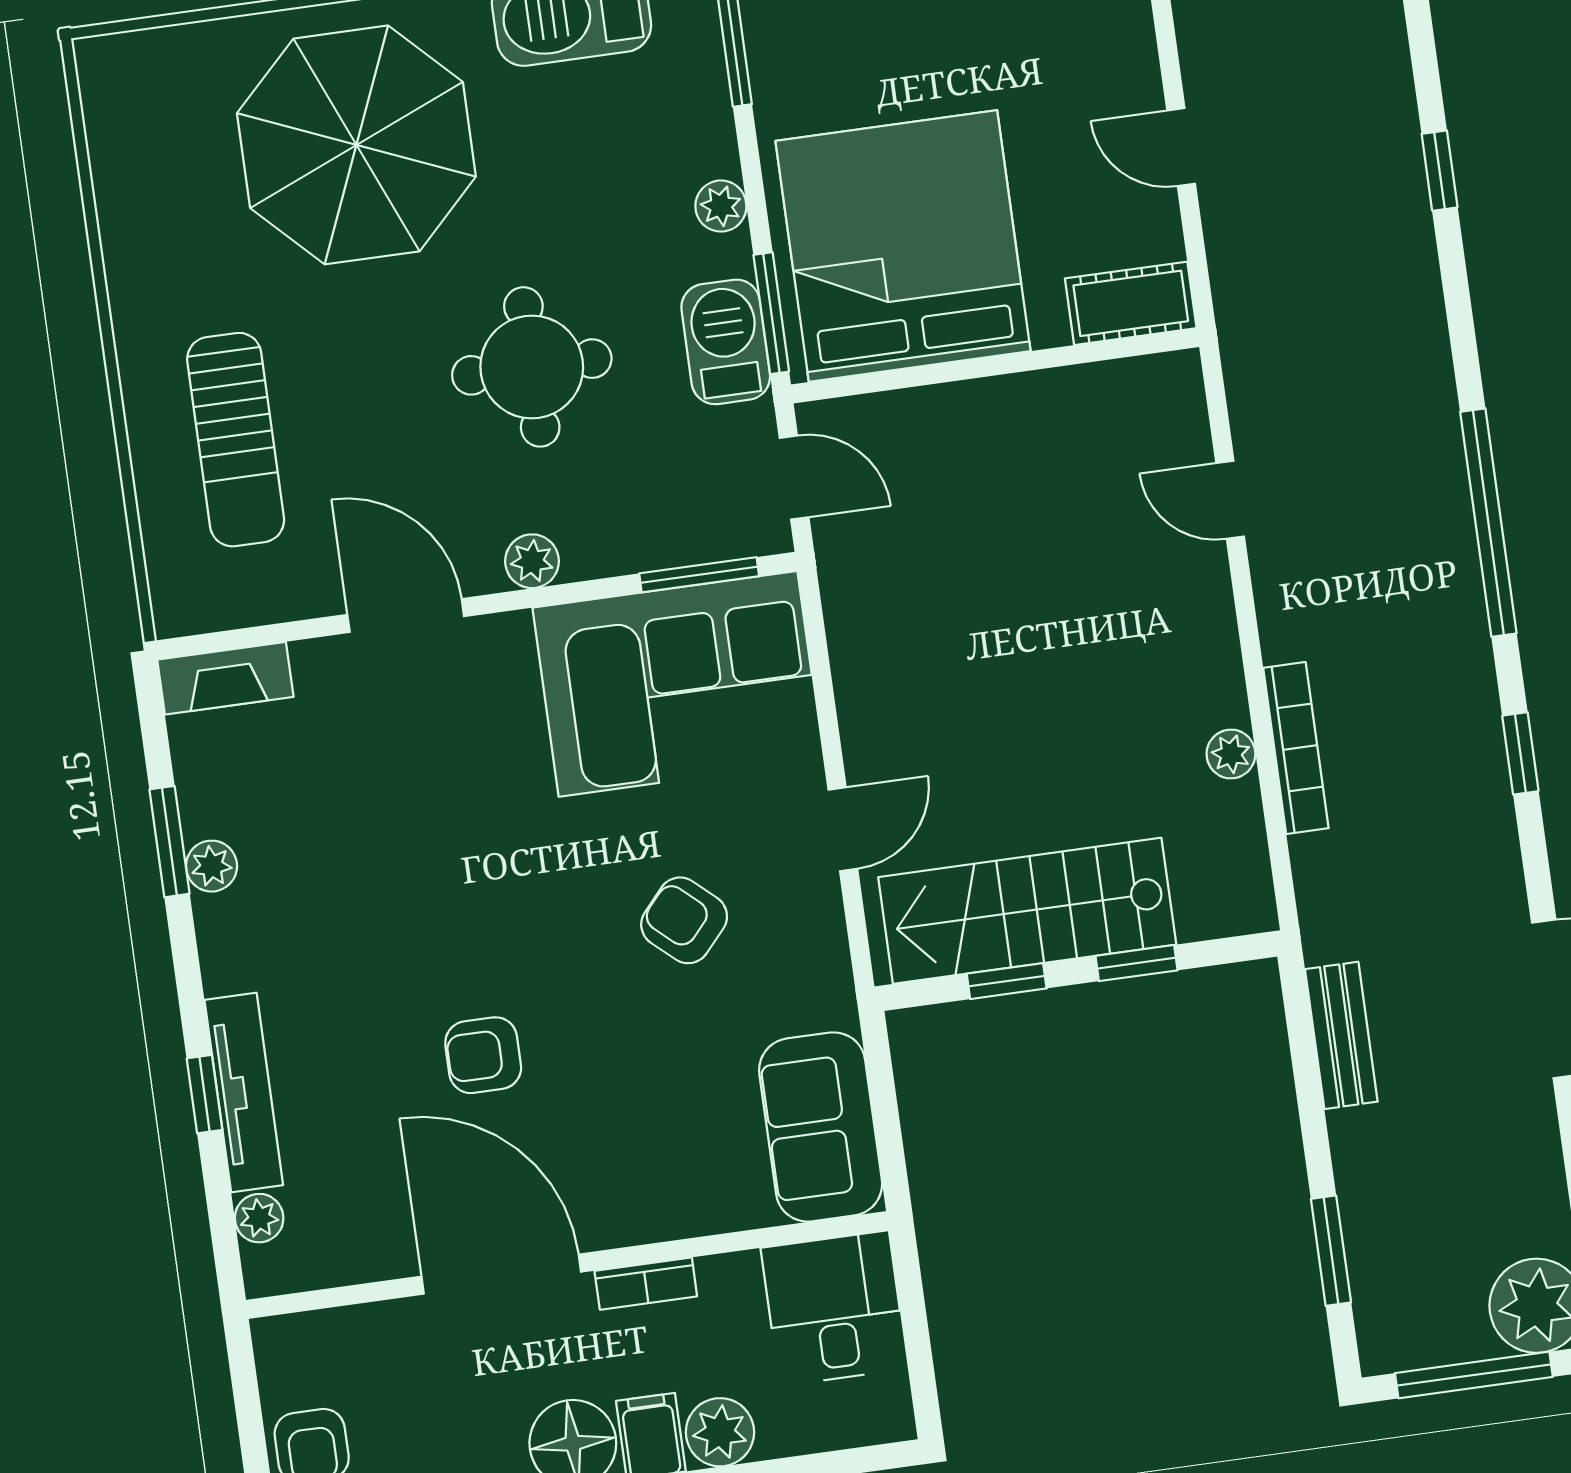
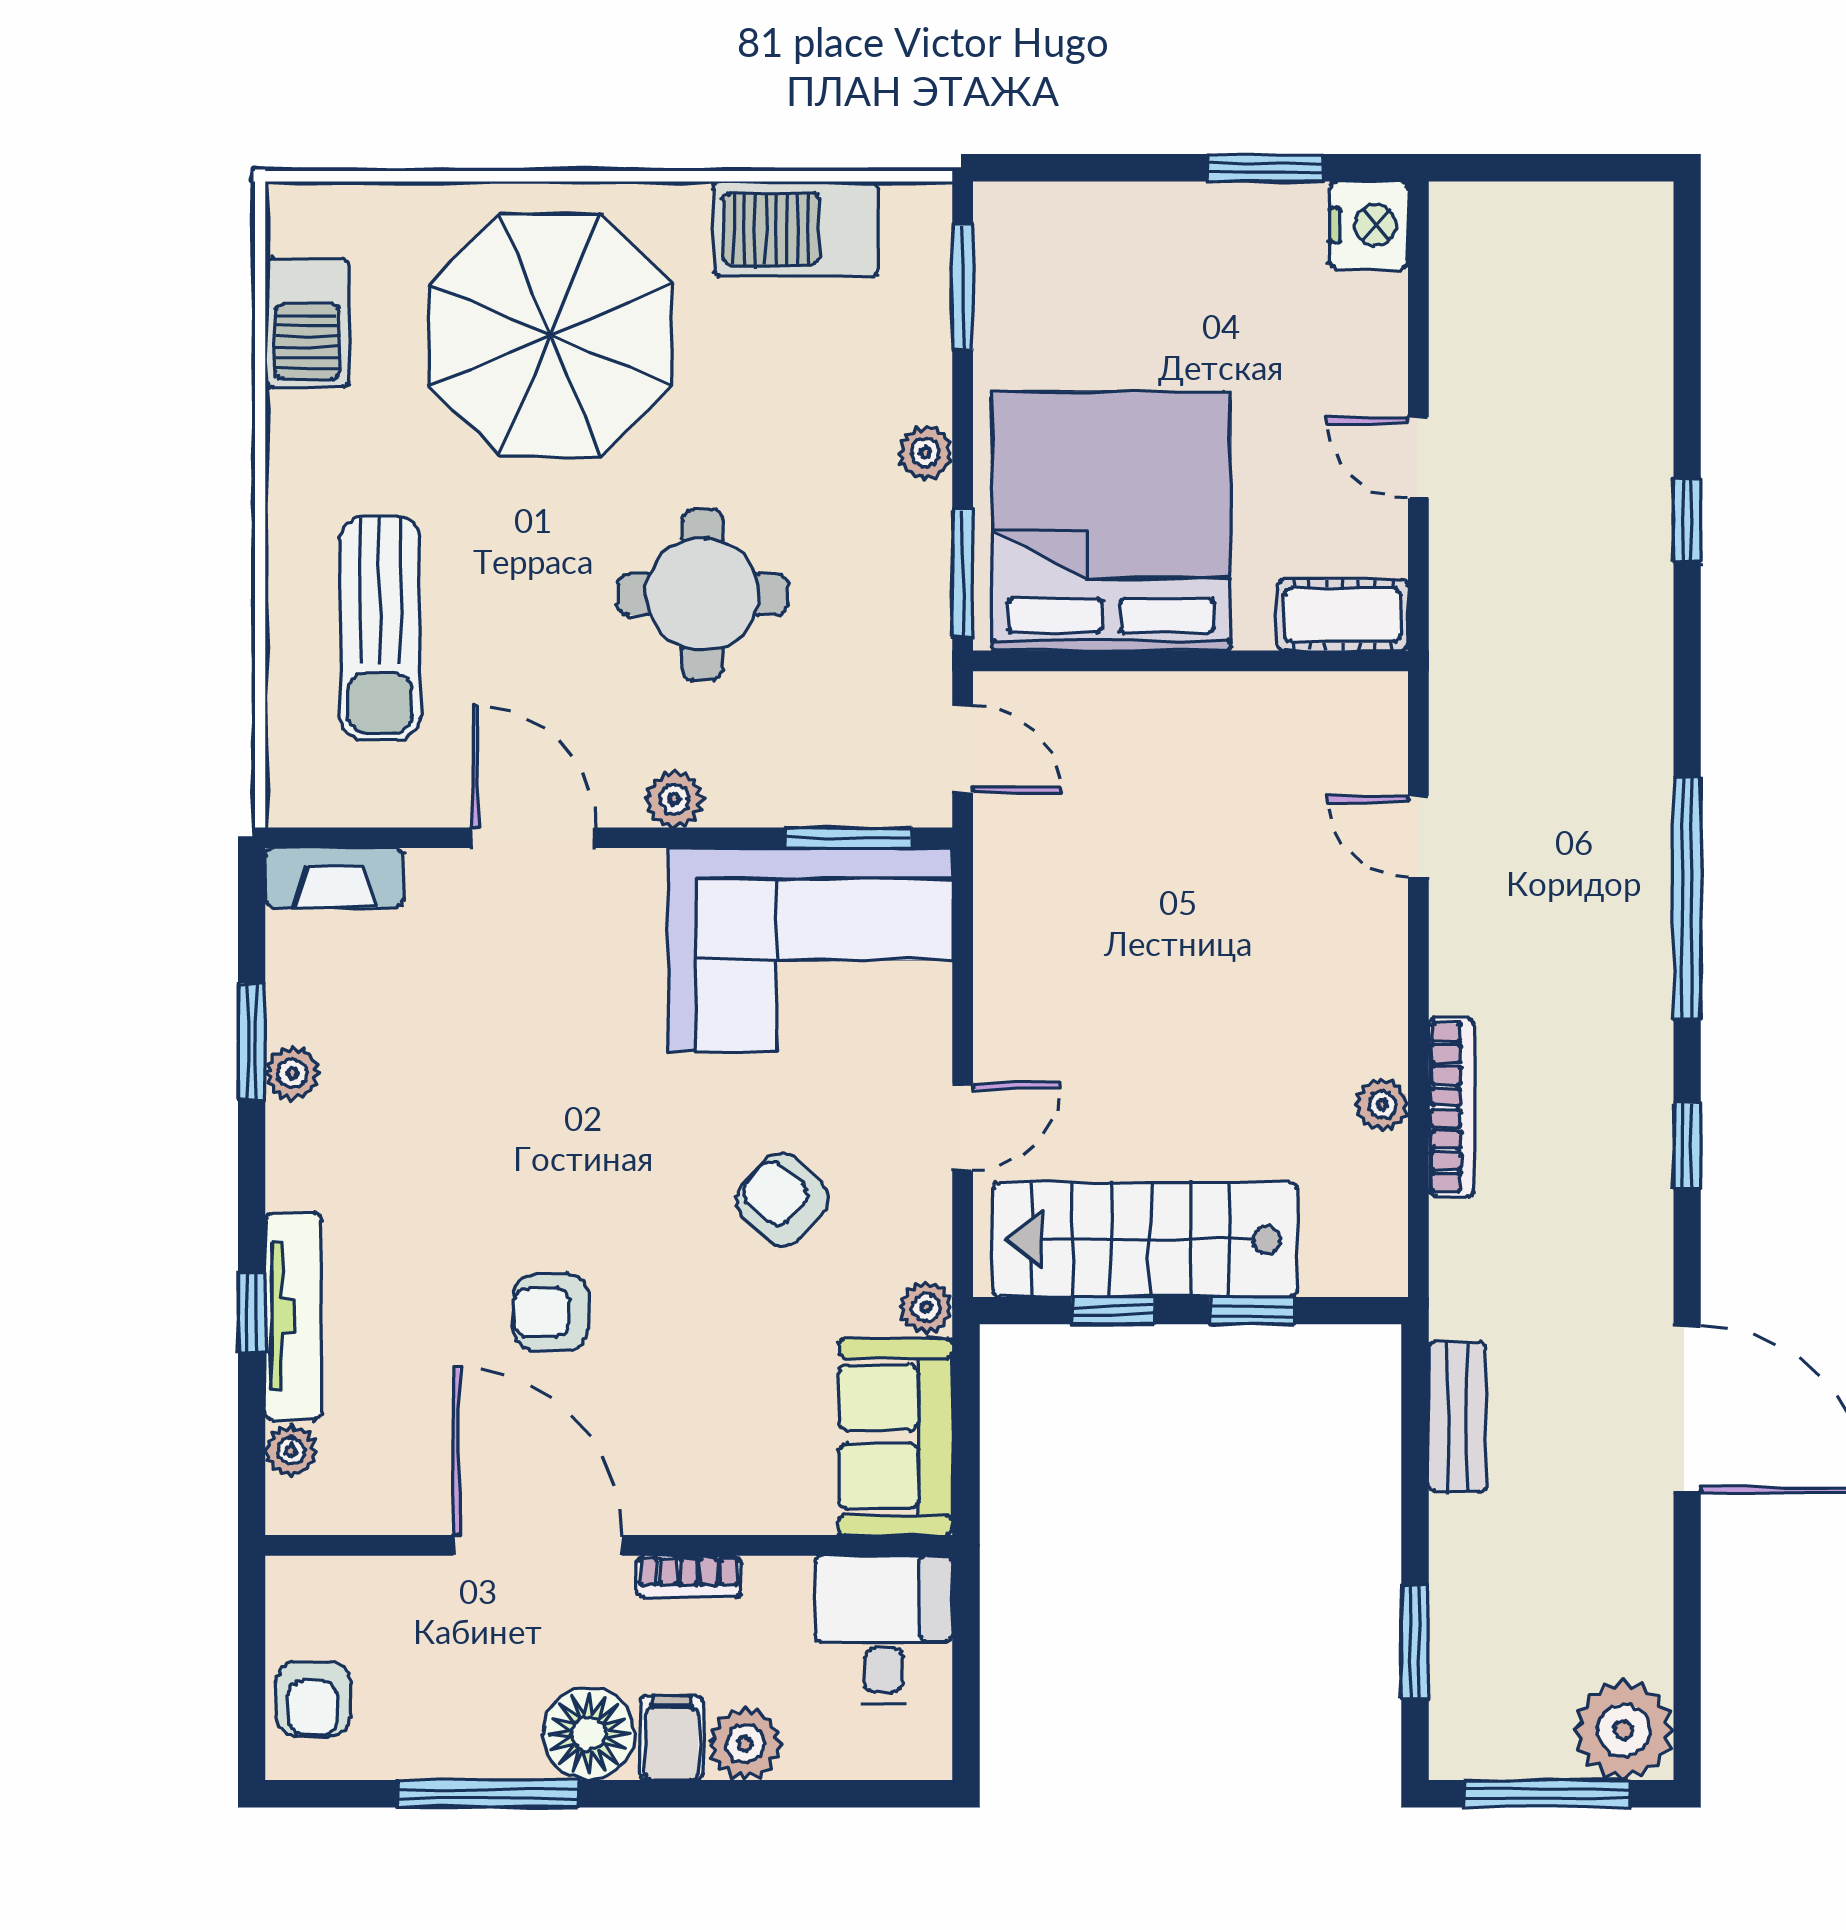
barbecue: (726, 342) -> (307, 322), moved, turned 180
plant: (832, 1002) -> (926, 1307), added

